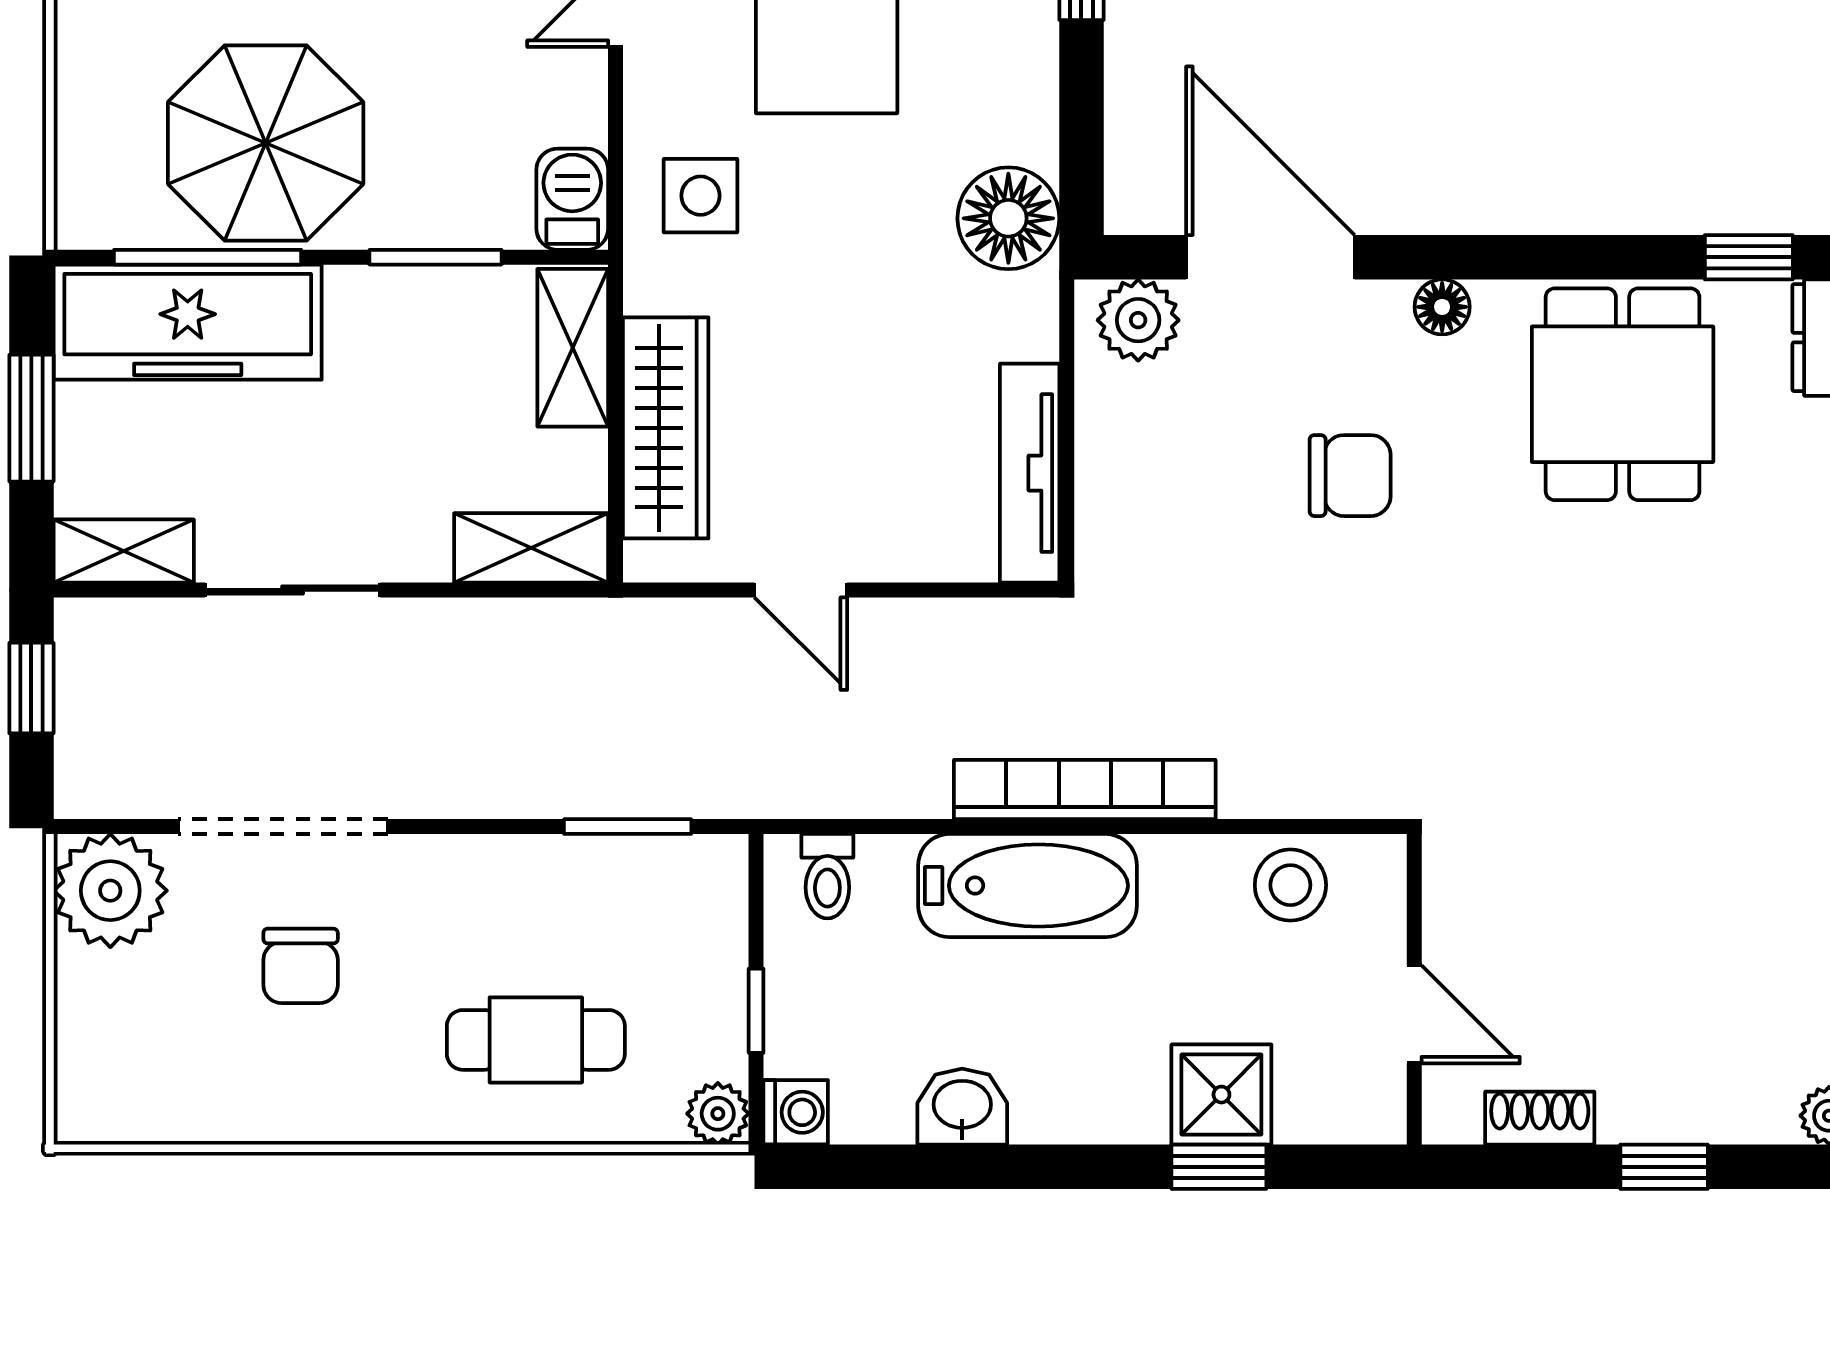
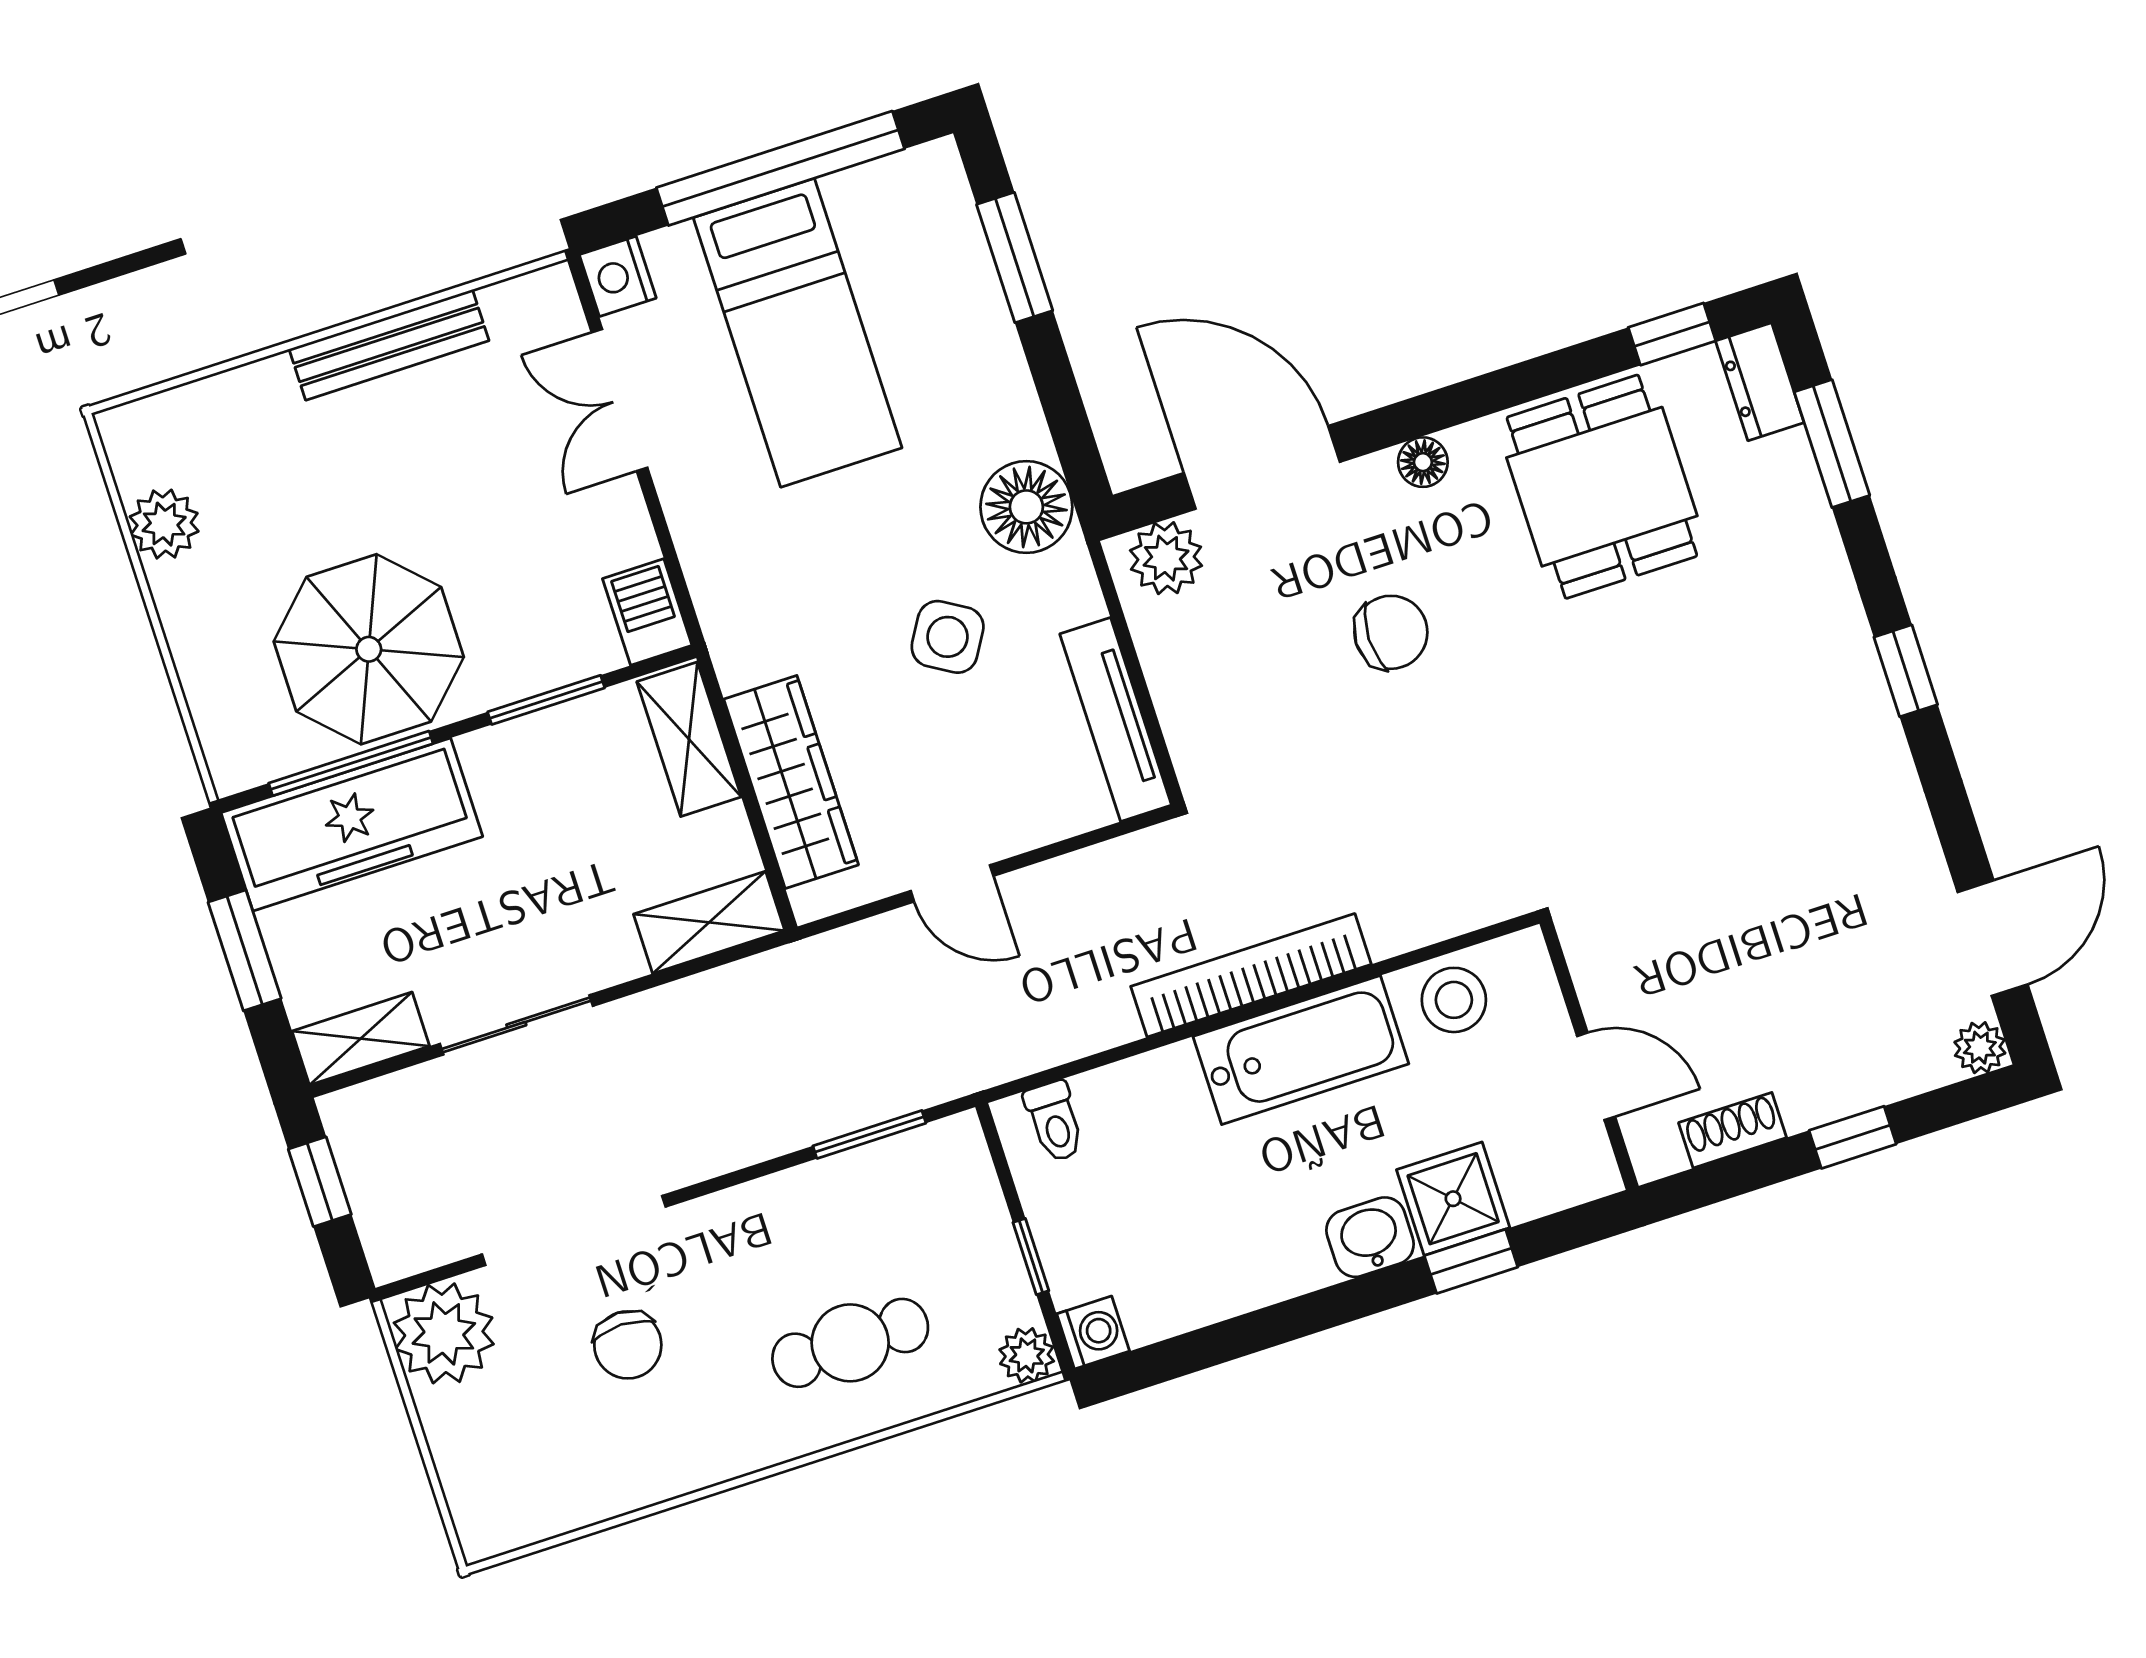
side table: (701, 196) -> (948, 637), moved, turned 31
bathtub: (1028, 886) -> (1301, 1050), moved
washbasin: (962, 1107) -> (1370, 1237), moved

